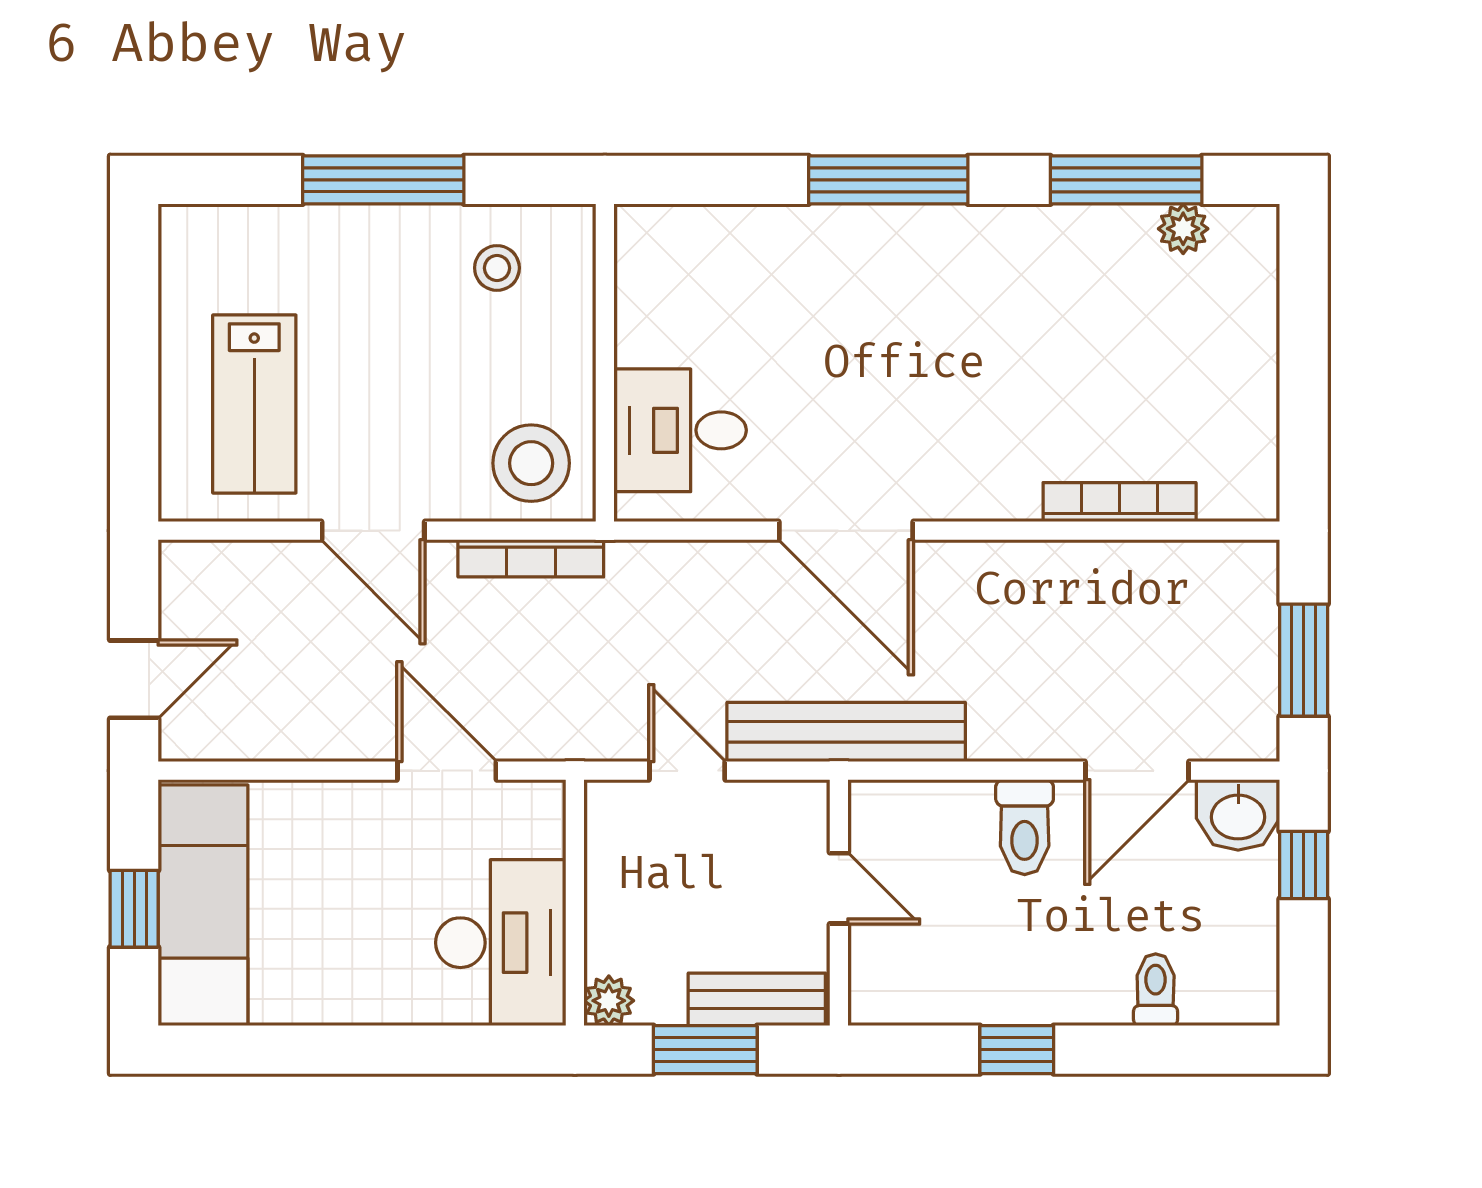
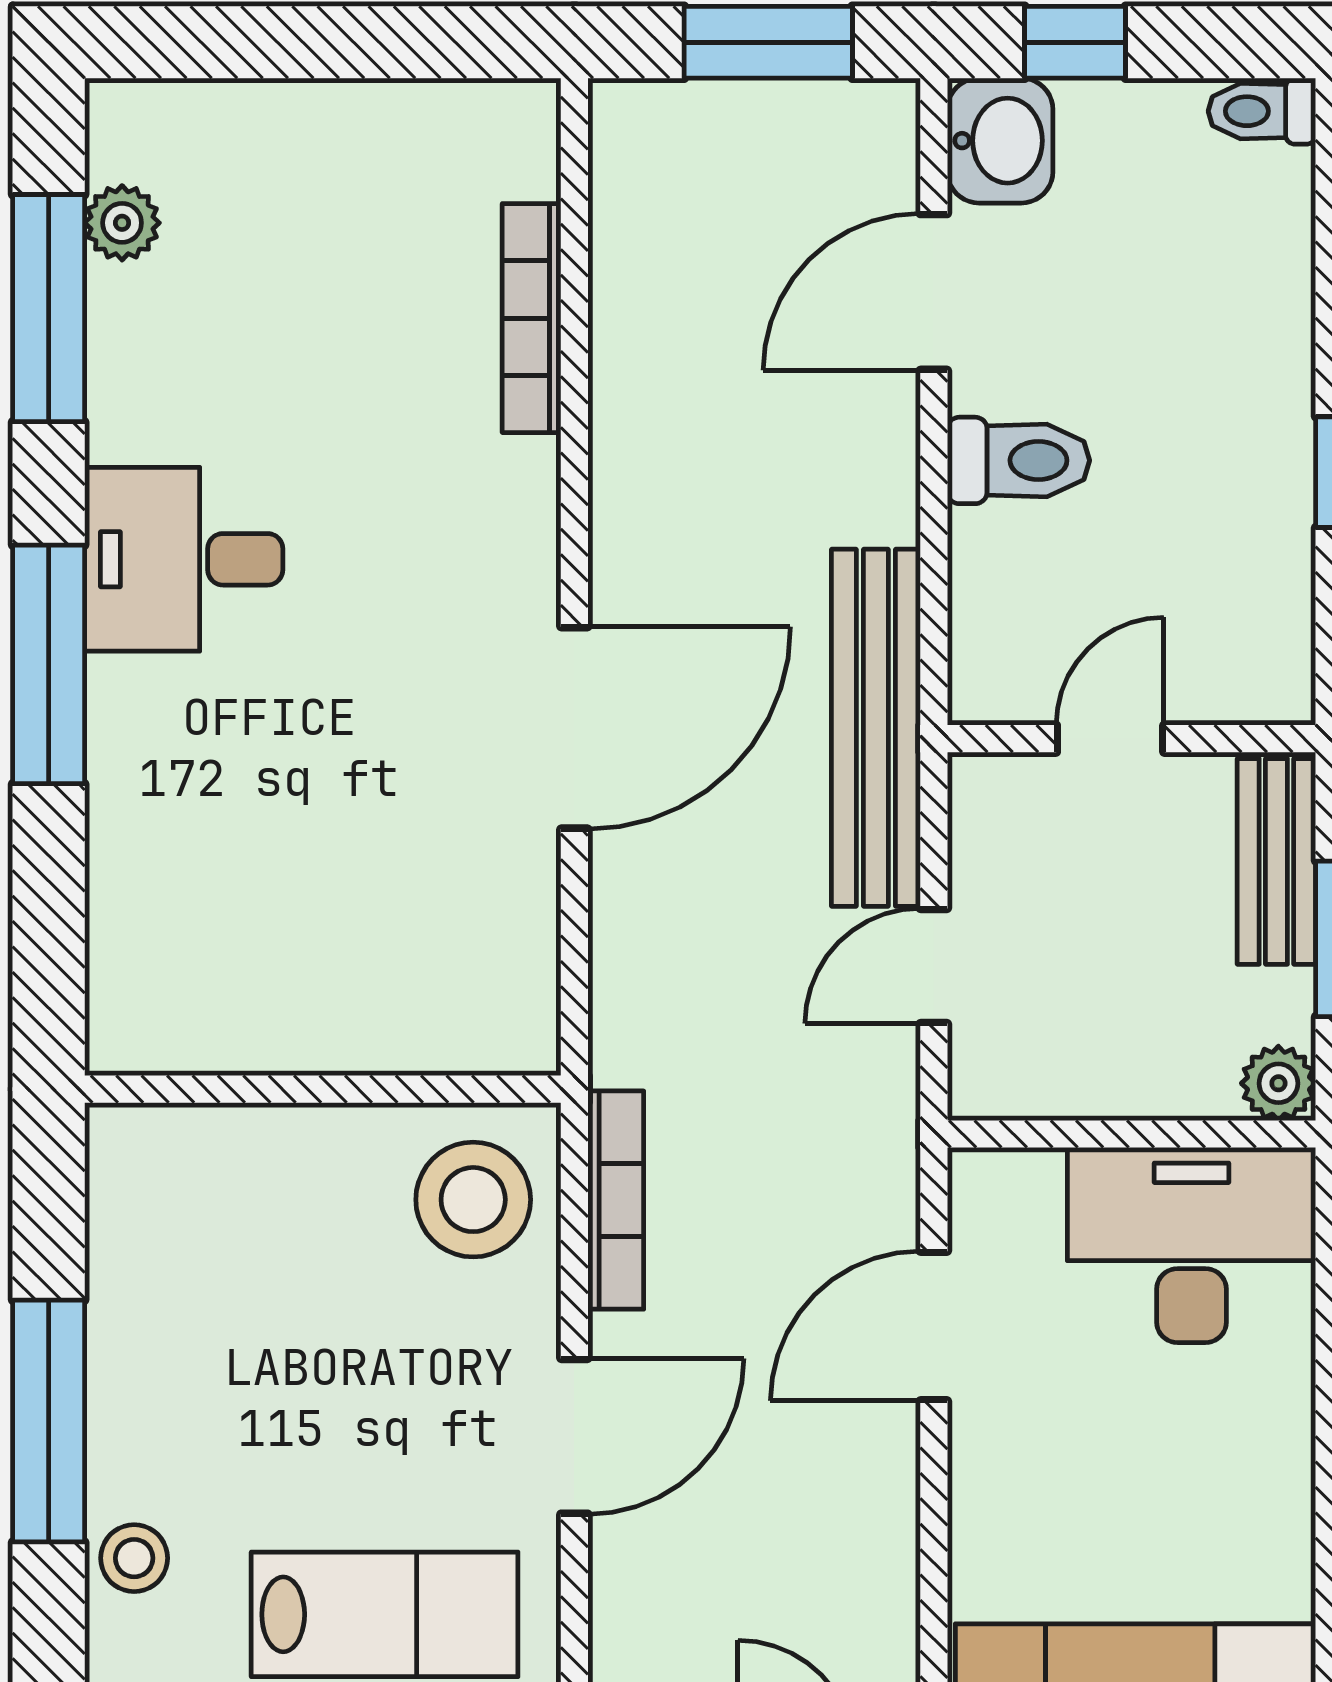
stool: (497, 268) -> (134, 1558), moved
desk: (680, 430) -> (184, 559), moved, turned 90
door: (1137, 771) -> (934, 292), swing flipped
toilet: (1156, 990) -> (1262, 111), moved

